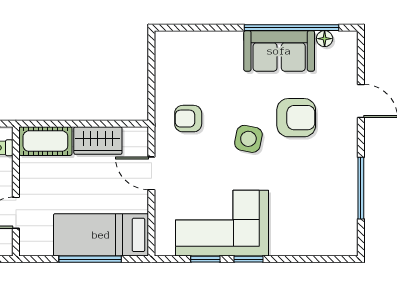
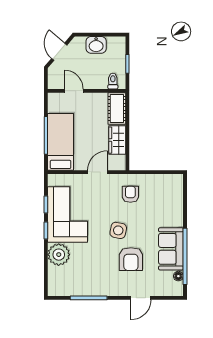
plant: (289, 238) -> (59, 255), added

